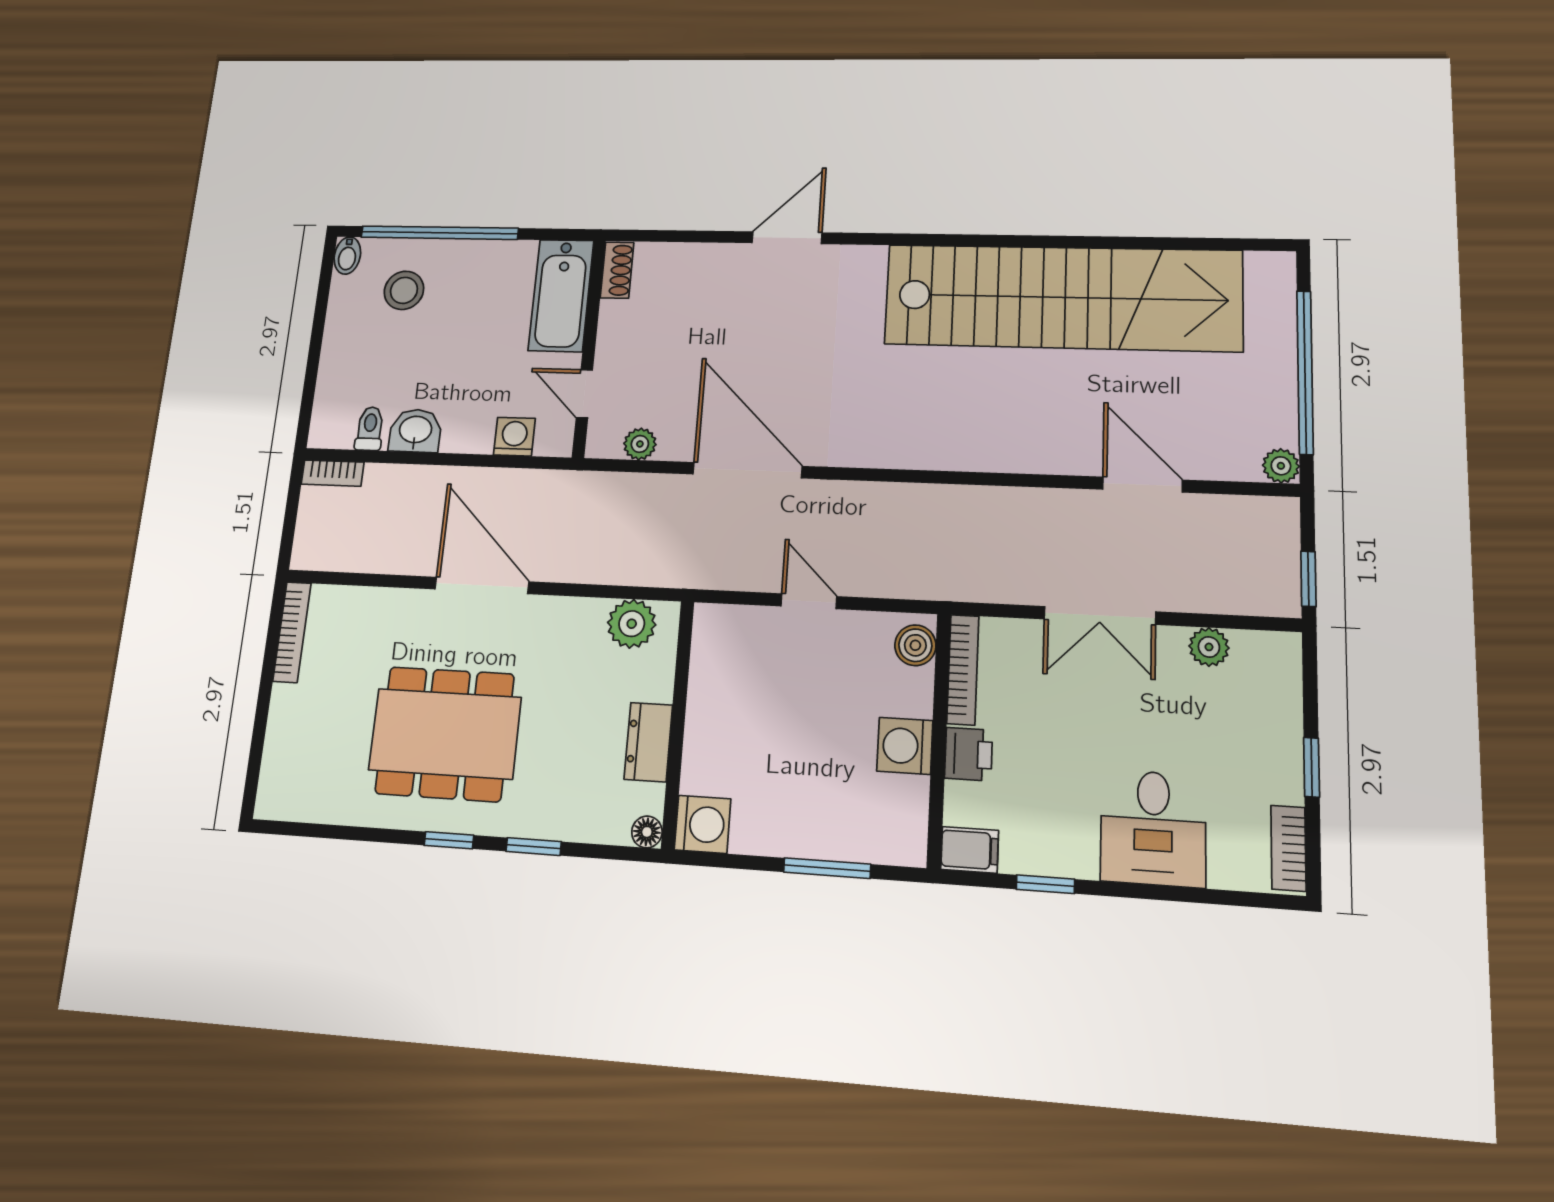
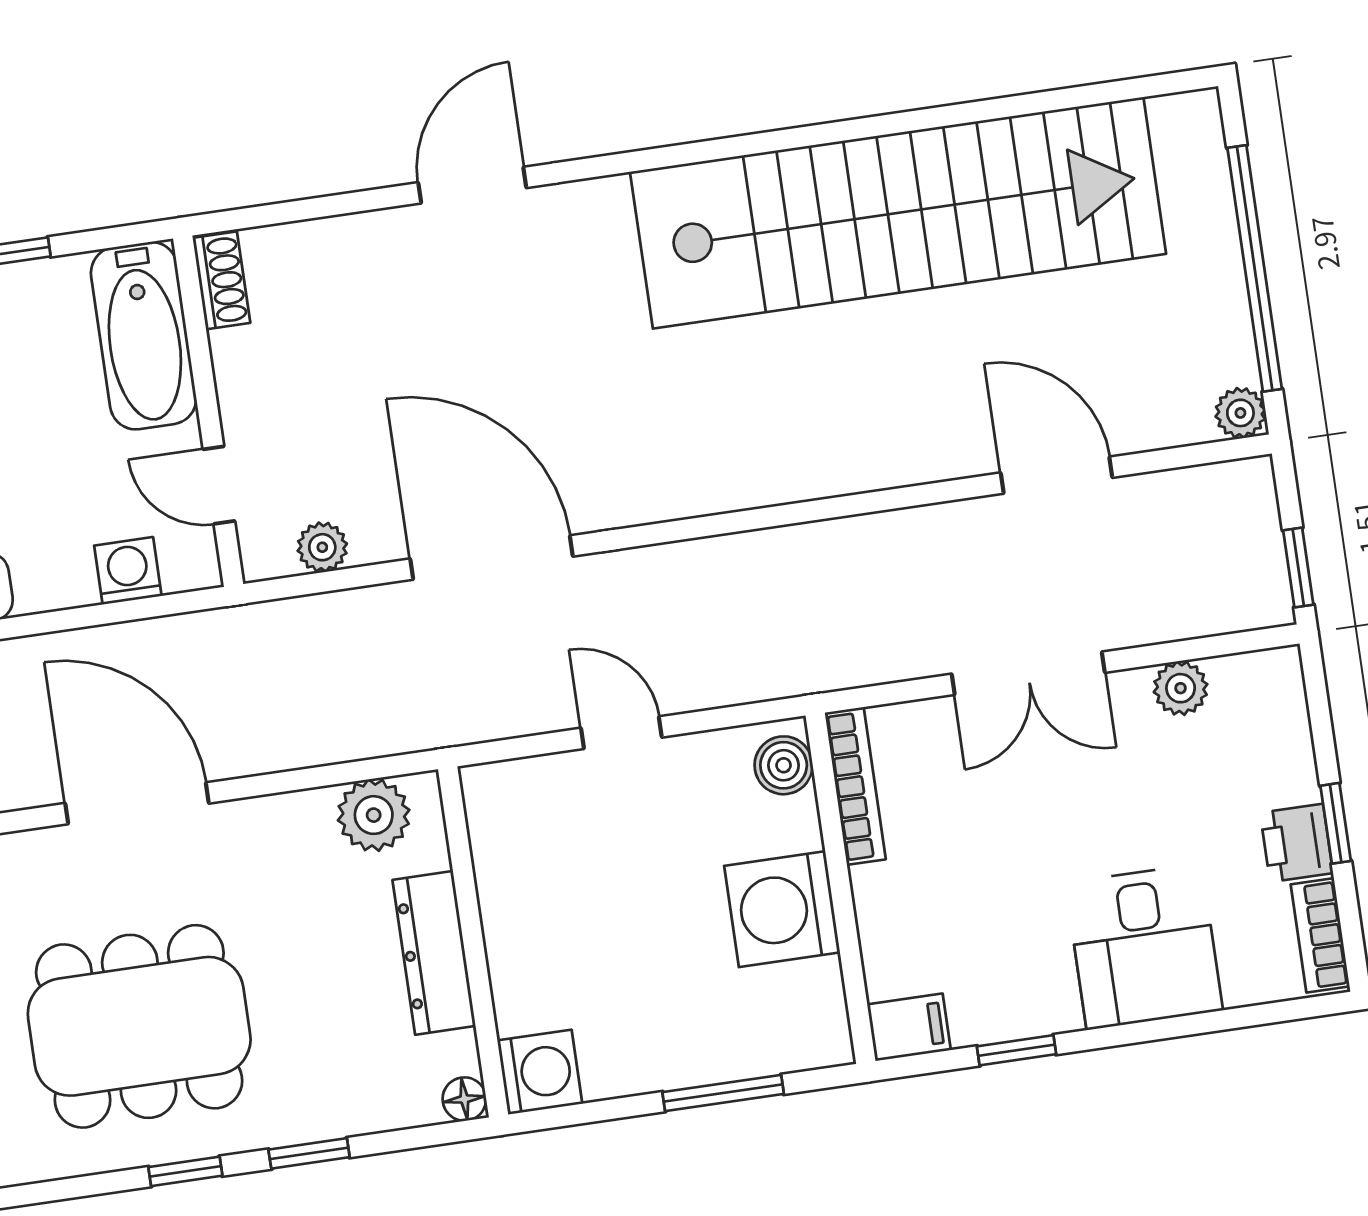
dresser: (648, 742) -> (434, 953), width x1.44
washing machine: (905, 746) -> (782, 909), width x1.37, depth x1.37
printer: (968, 754) -> (1297, 843), moved, turned 180

